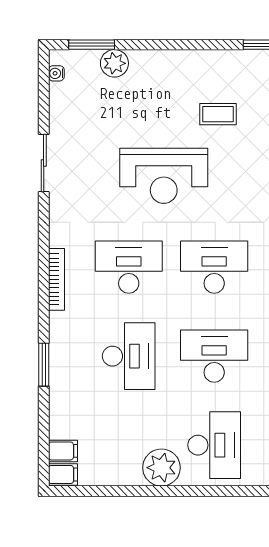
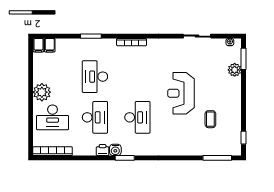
sliding door: (44, 163) -> (197, 36), moved
desk: (129, 267) -> (137, 77), removed
desk: (129, 356) -> (95, 77), turned 90

